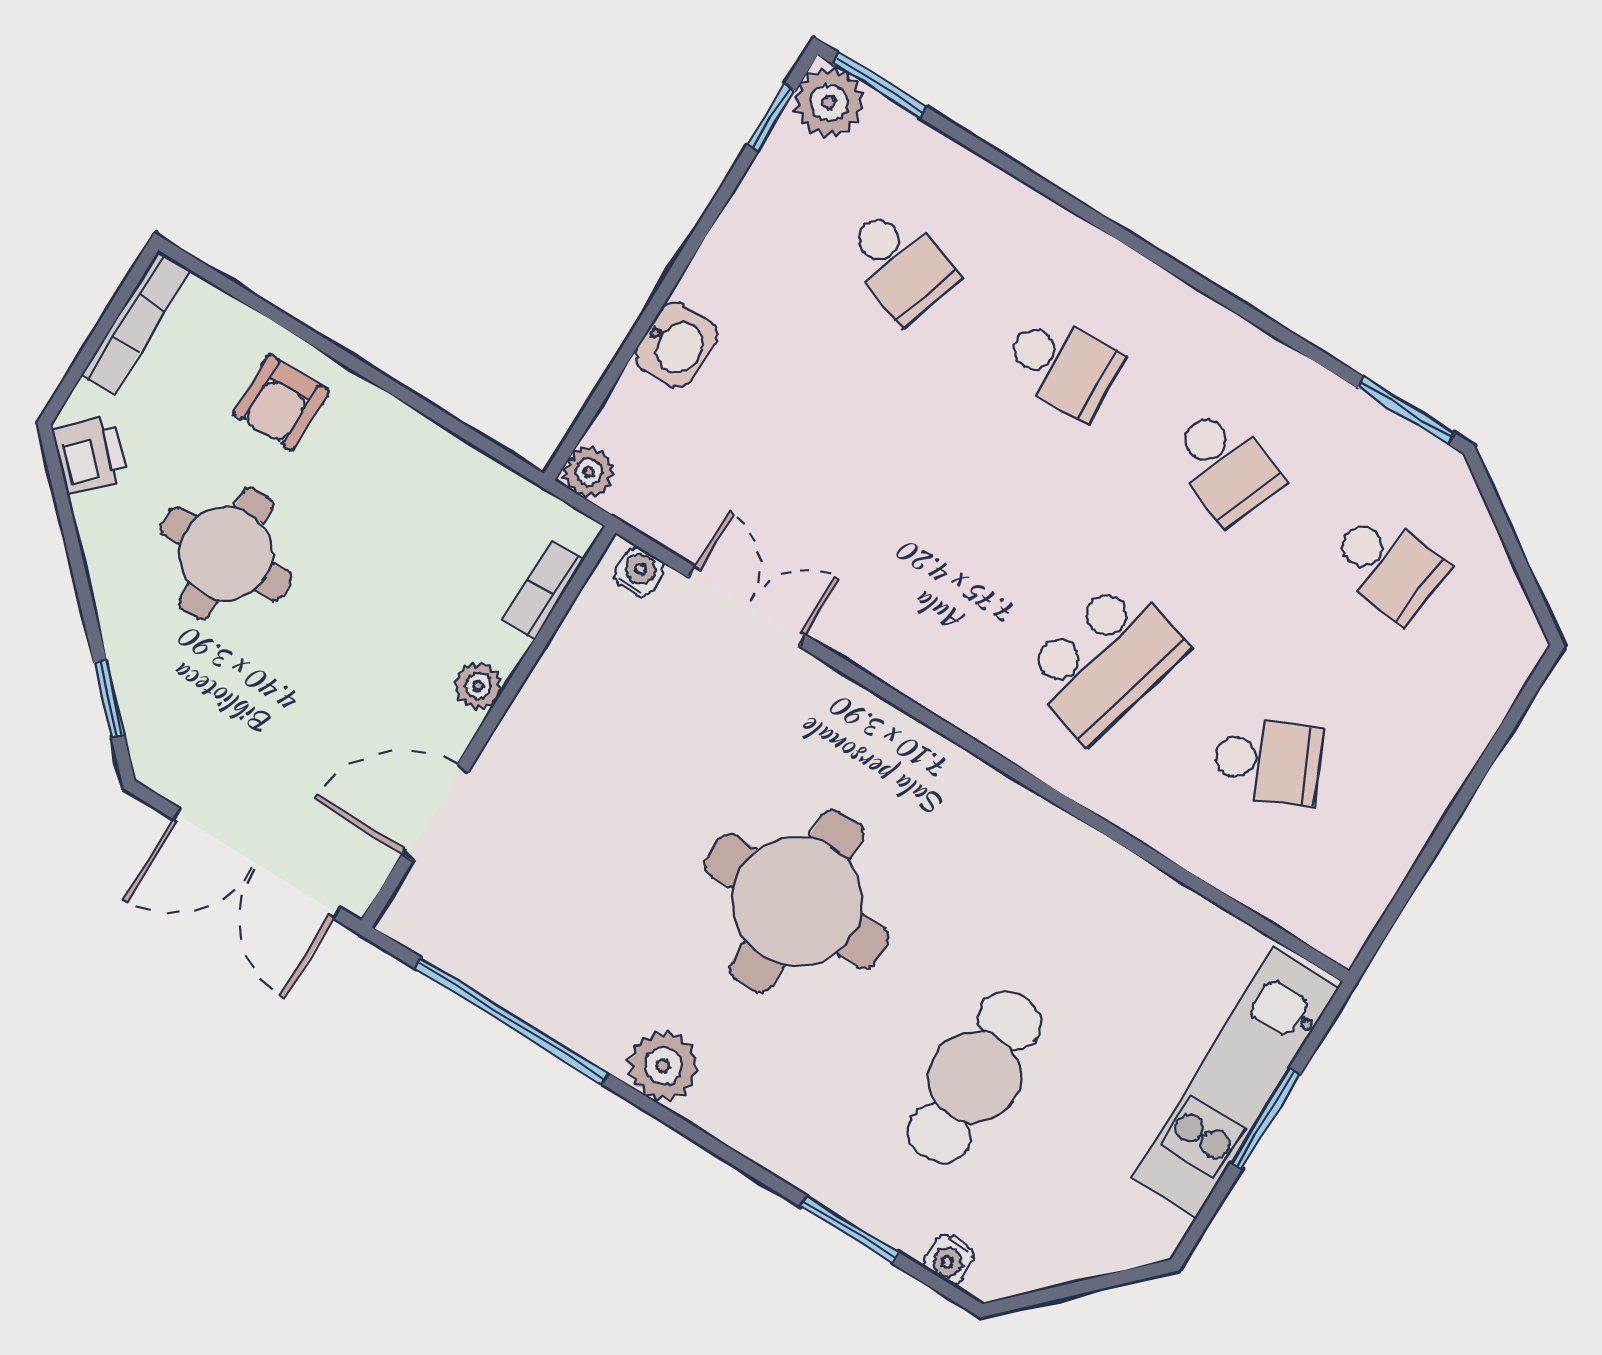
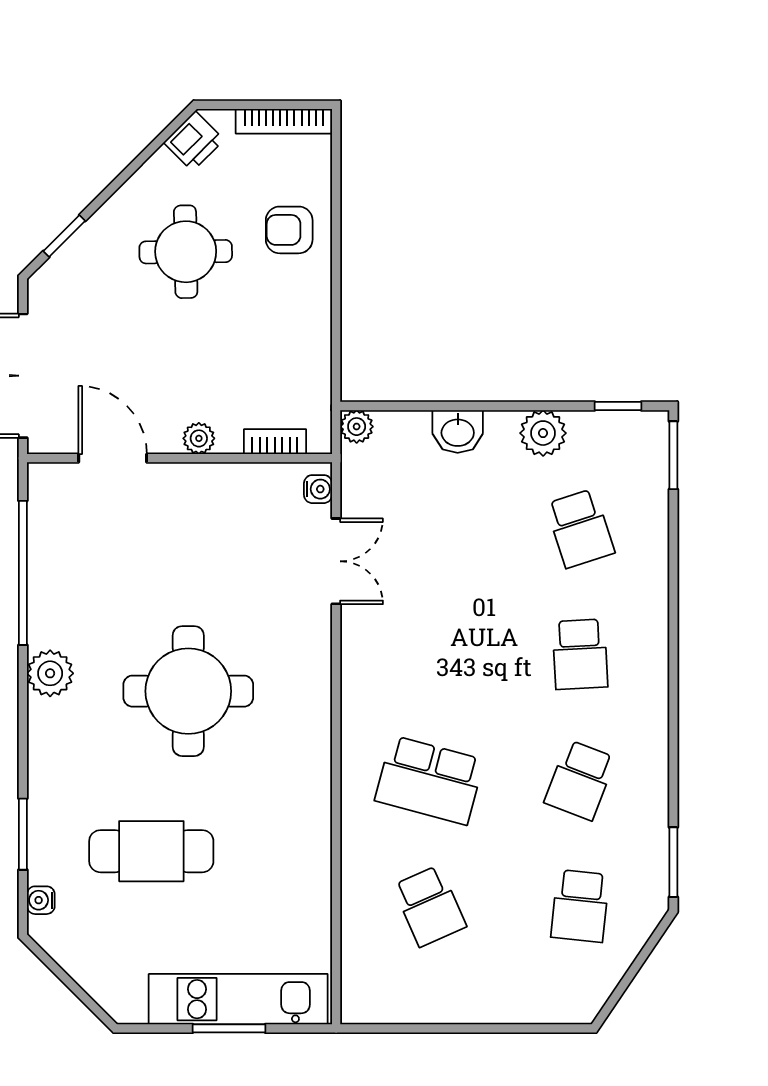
plant: (829, 102) -> (543, 433), moved
school desk: (899, 264) -> (580, 528), turned -36

